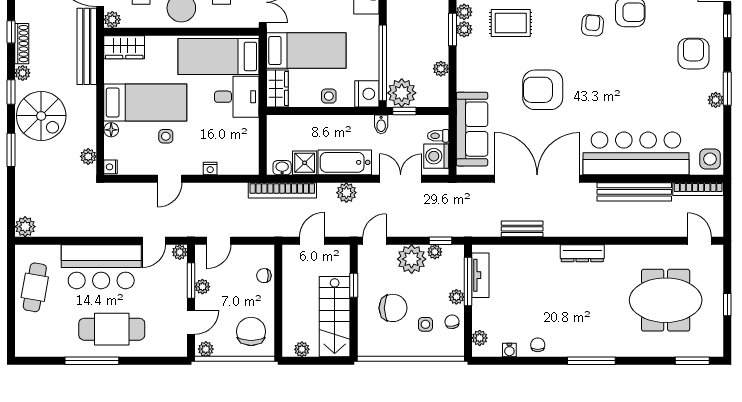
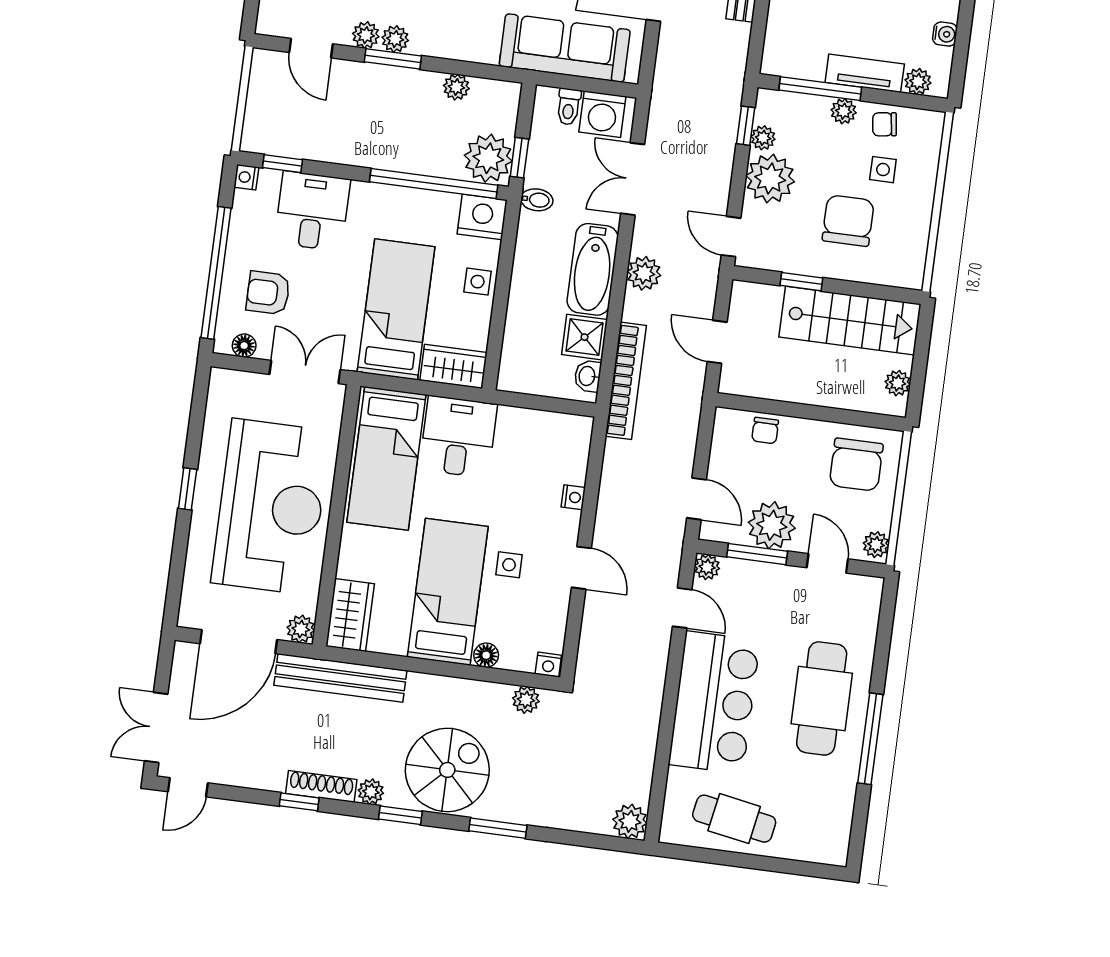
tv unit: (480, 275) -> (865, 73), moved
plant: (202, 287) -> (772, 525), width x1.87, depth x1.87
chair: (251, 331) -> (856, 465), turned -90

